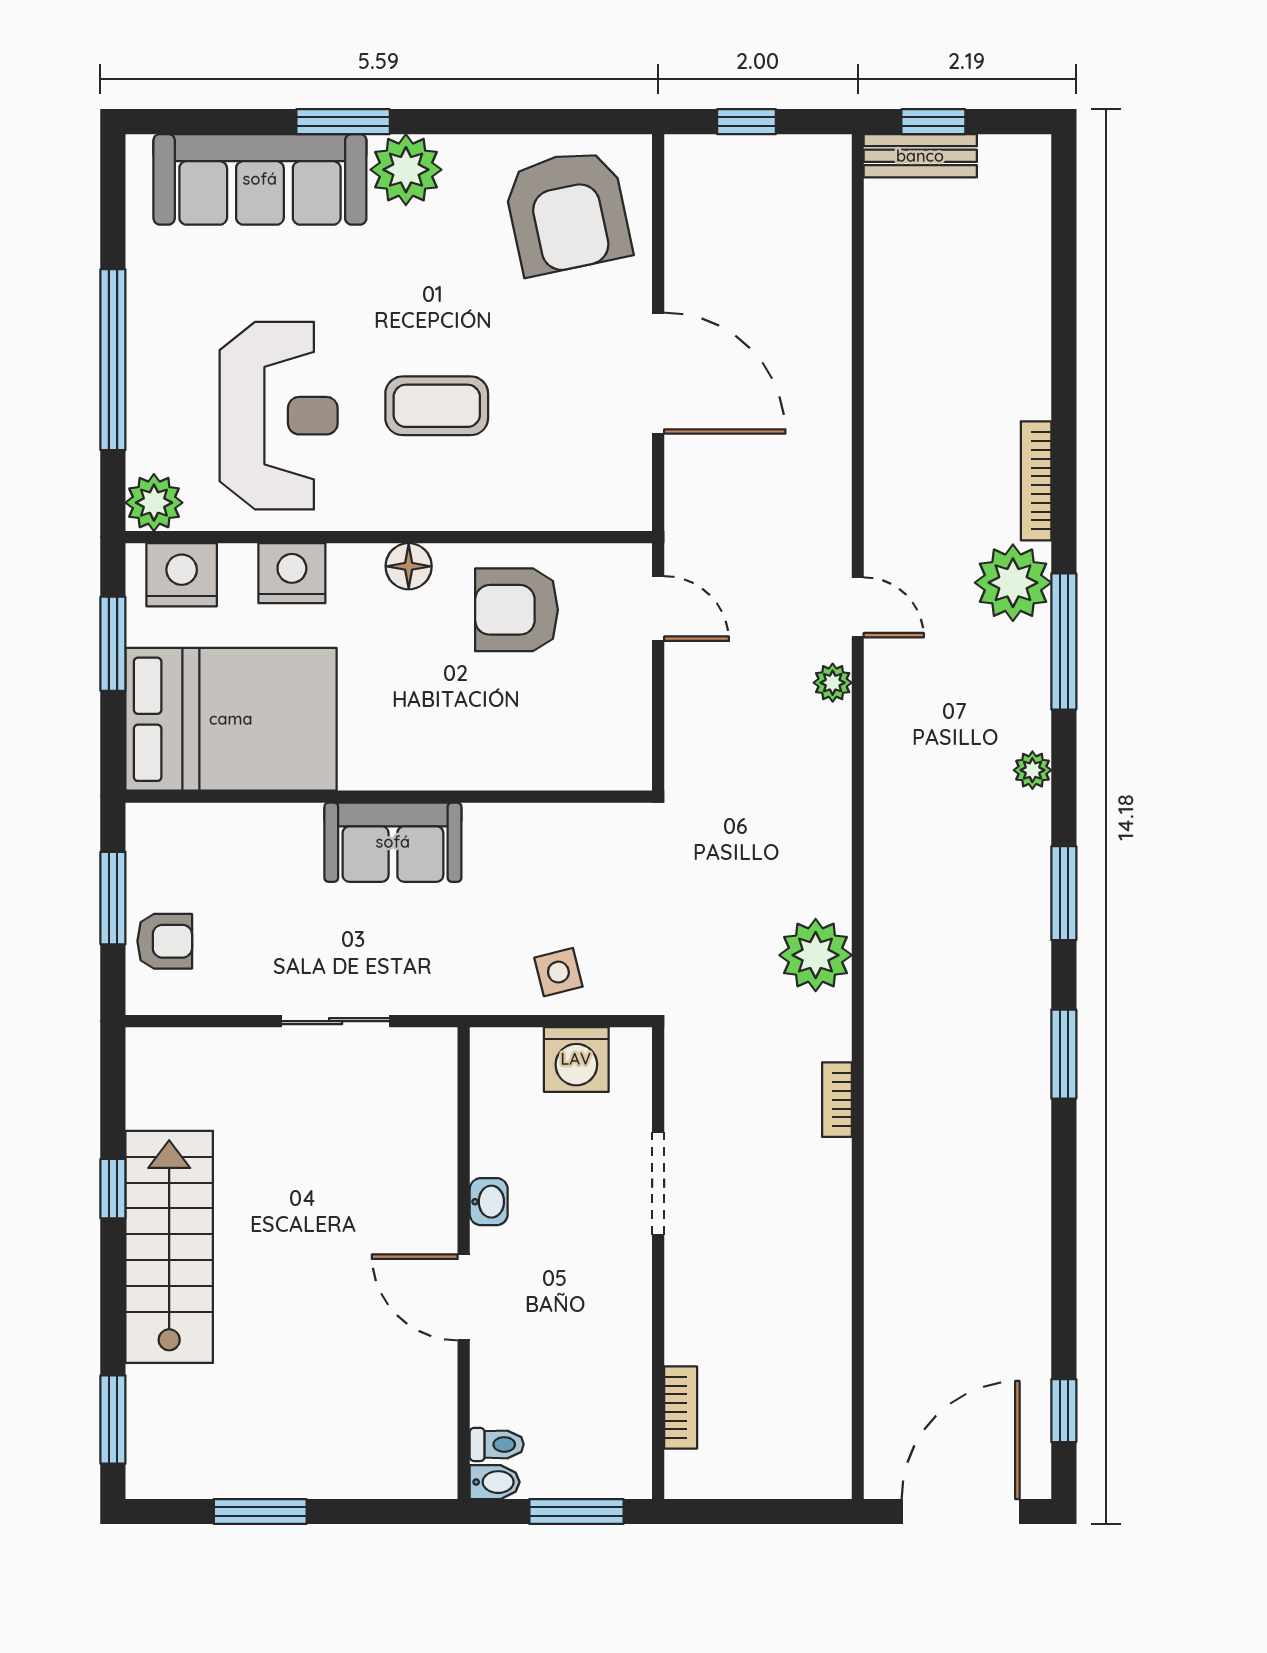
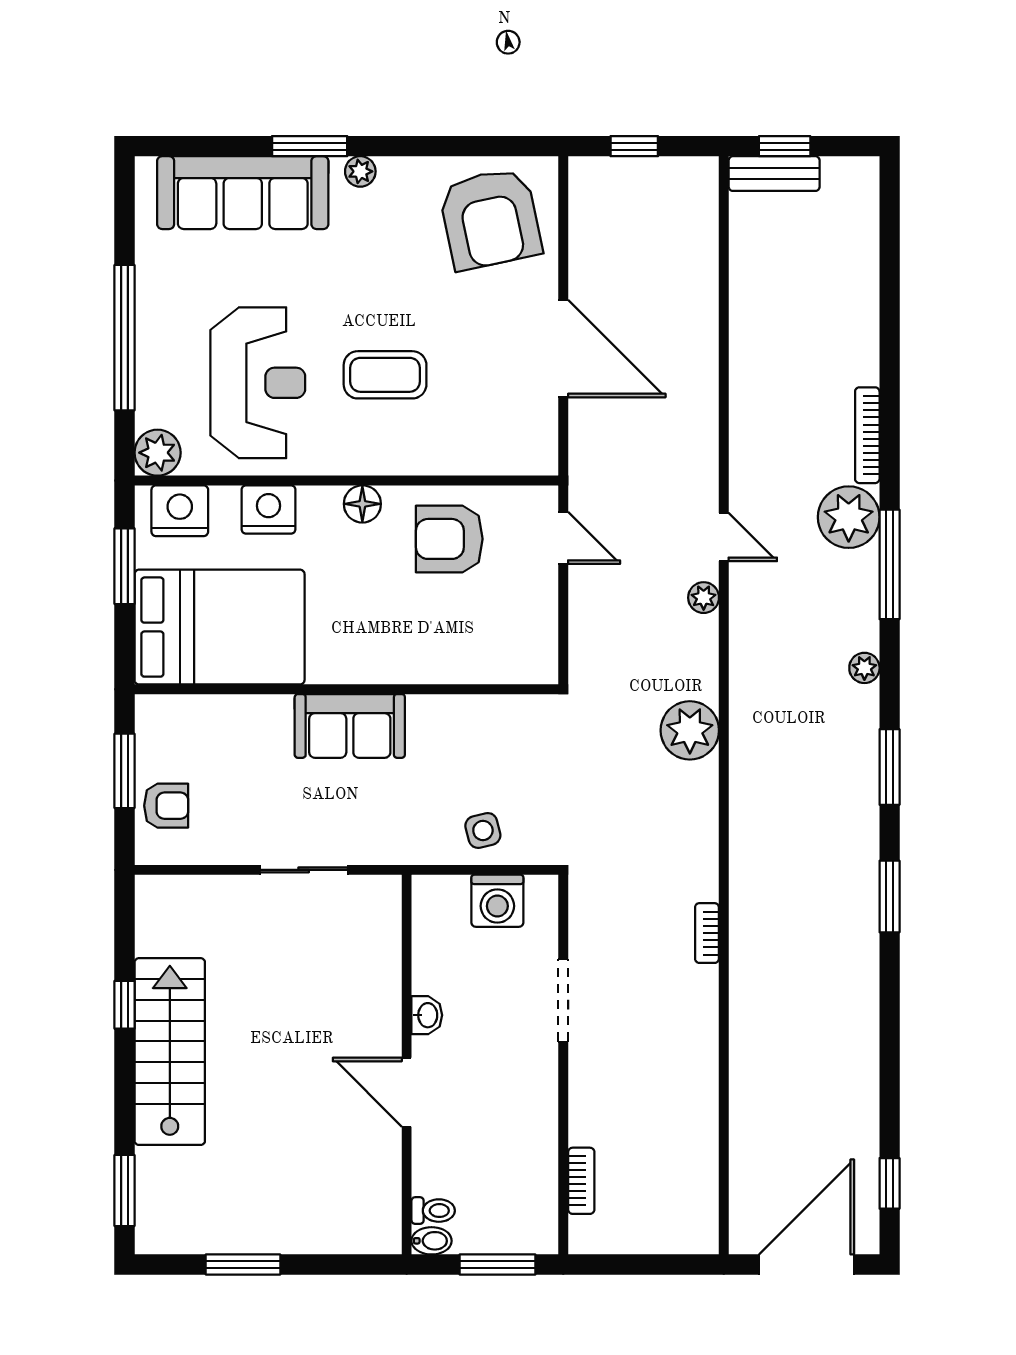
plant: (406, 170) -> (360, 171), width x0.53, depth x0.53
plant: (816, 955) -> (690, 730), moved

